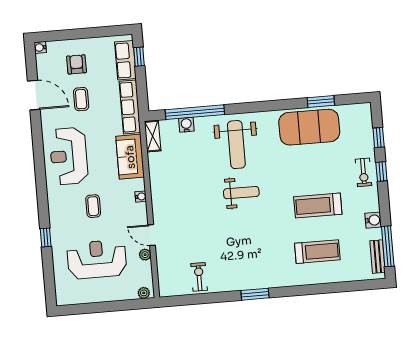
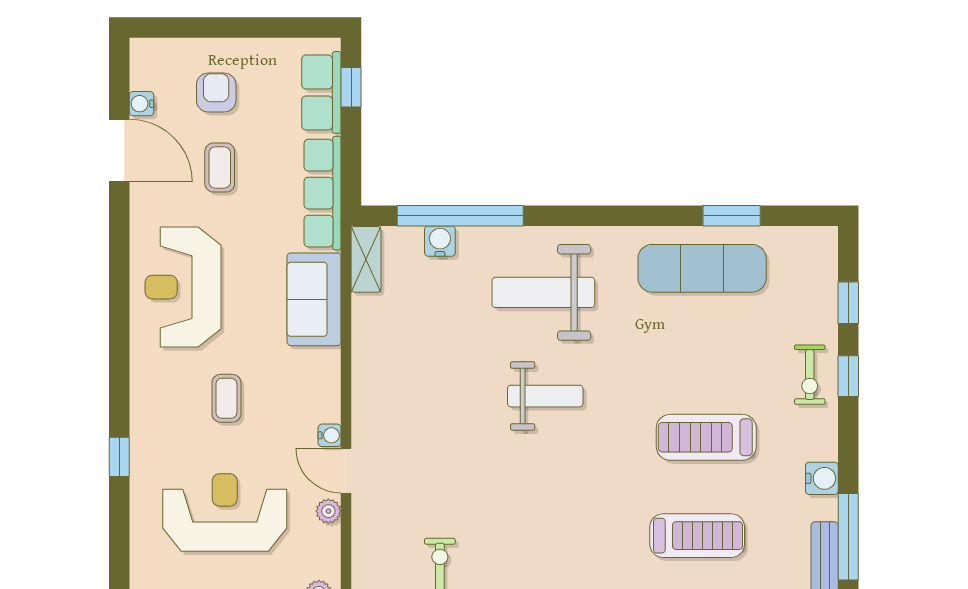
water cooler: (40, 47) -> (142, 104), moved
exercise mat: (309, 127) -> (702, 268), width x0.68
weight bench: (236, 145) -> (543, 292), turned 90
water cooler: (141, 197) -> (330, 435), moved

